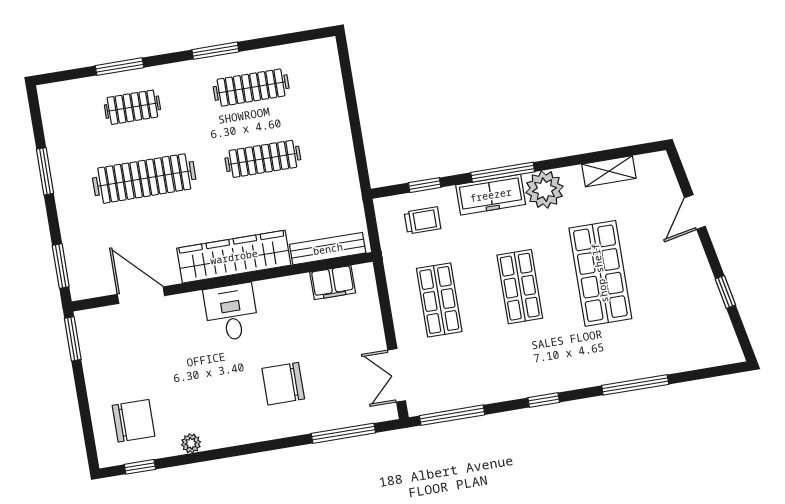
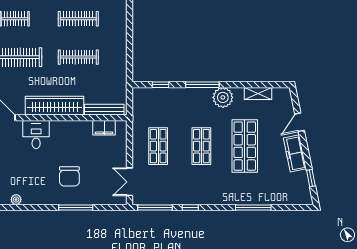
freezer: (491, 195) -> (295, 153), moved, turned 79
trolley: (422, 220) -> (156, 103), removed
window: (725, 292) -> (311, 178), moved
desk: (231, 312) -> (36, 135), moved
chair: (283, 384) -> (69, 176), turned -90
window: (544, 400) -> (190, 207), moved
window: (343, 433) -> (76, 207), moved

